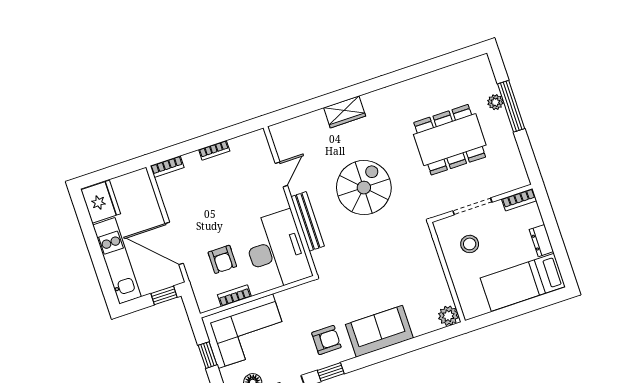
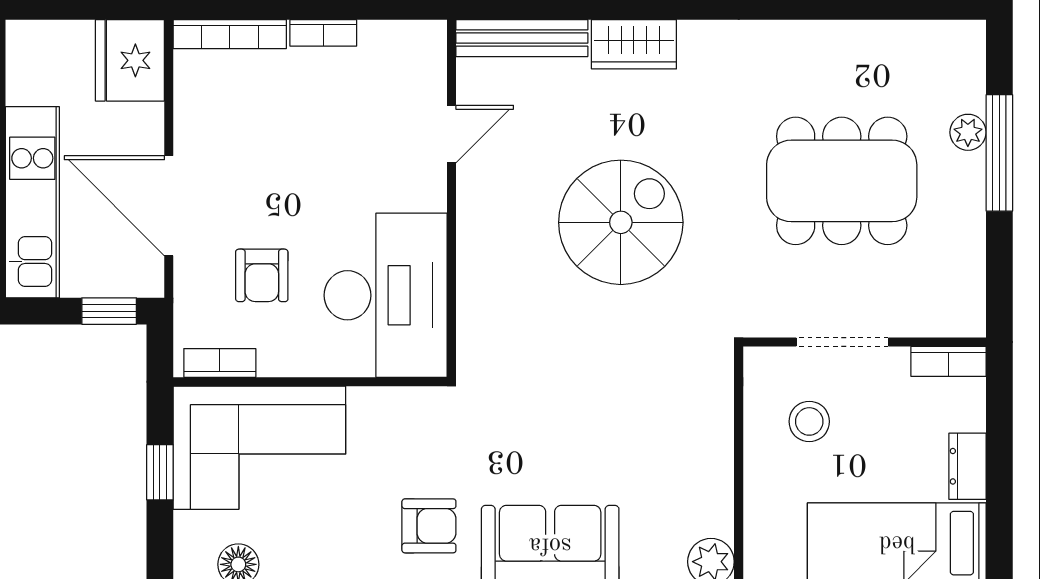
bookcase: (167, 167) -> (230, 34), width x1.56
fridge: (101, 202) -> (130, 60), moved, turned 180
bench: (308, 221) -> (522, 38), moved, turned 90
bookcase: (234, 296) -> (220, 363), moved

